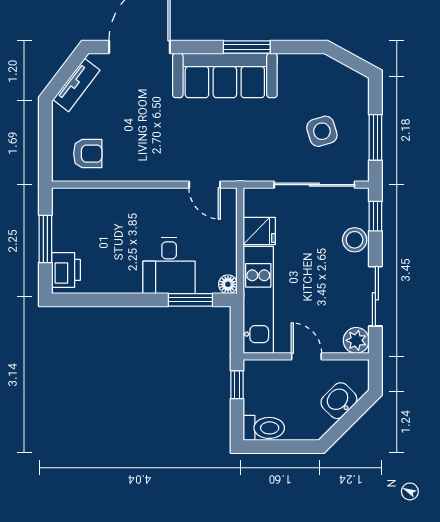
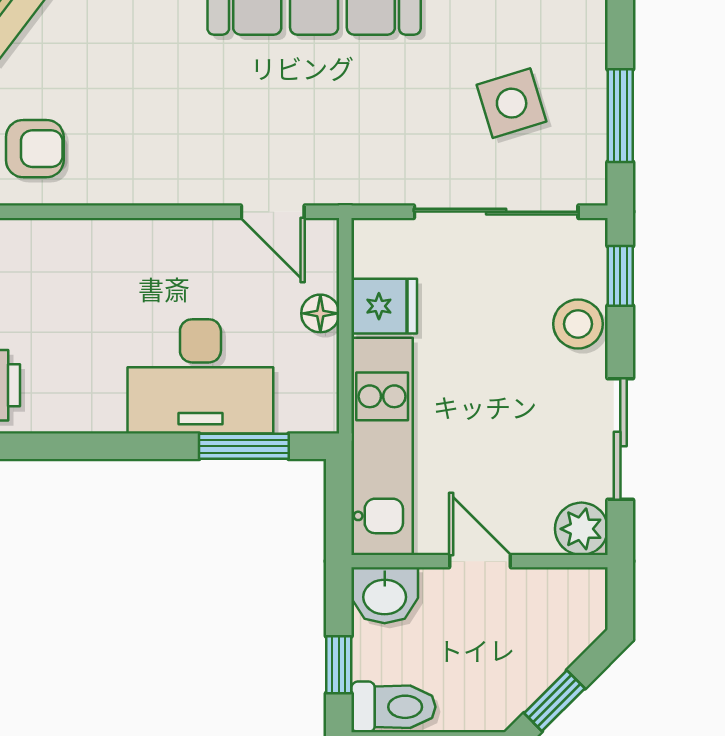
desk: (169, 266) -> (200, 376), width x1.37
floor lamp: (228, 284) -> (320, 313), moved
window: (237, 385) -> (339, 665), moved
washbasin: (339, 401) -> (385, 595), moved, turned -135
window: (343, 425) -> (554, 701), added

